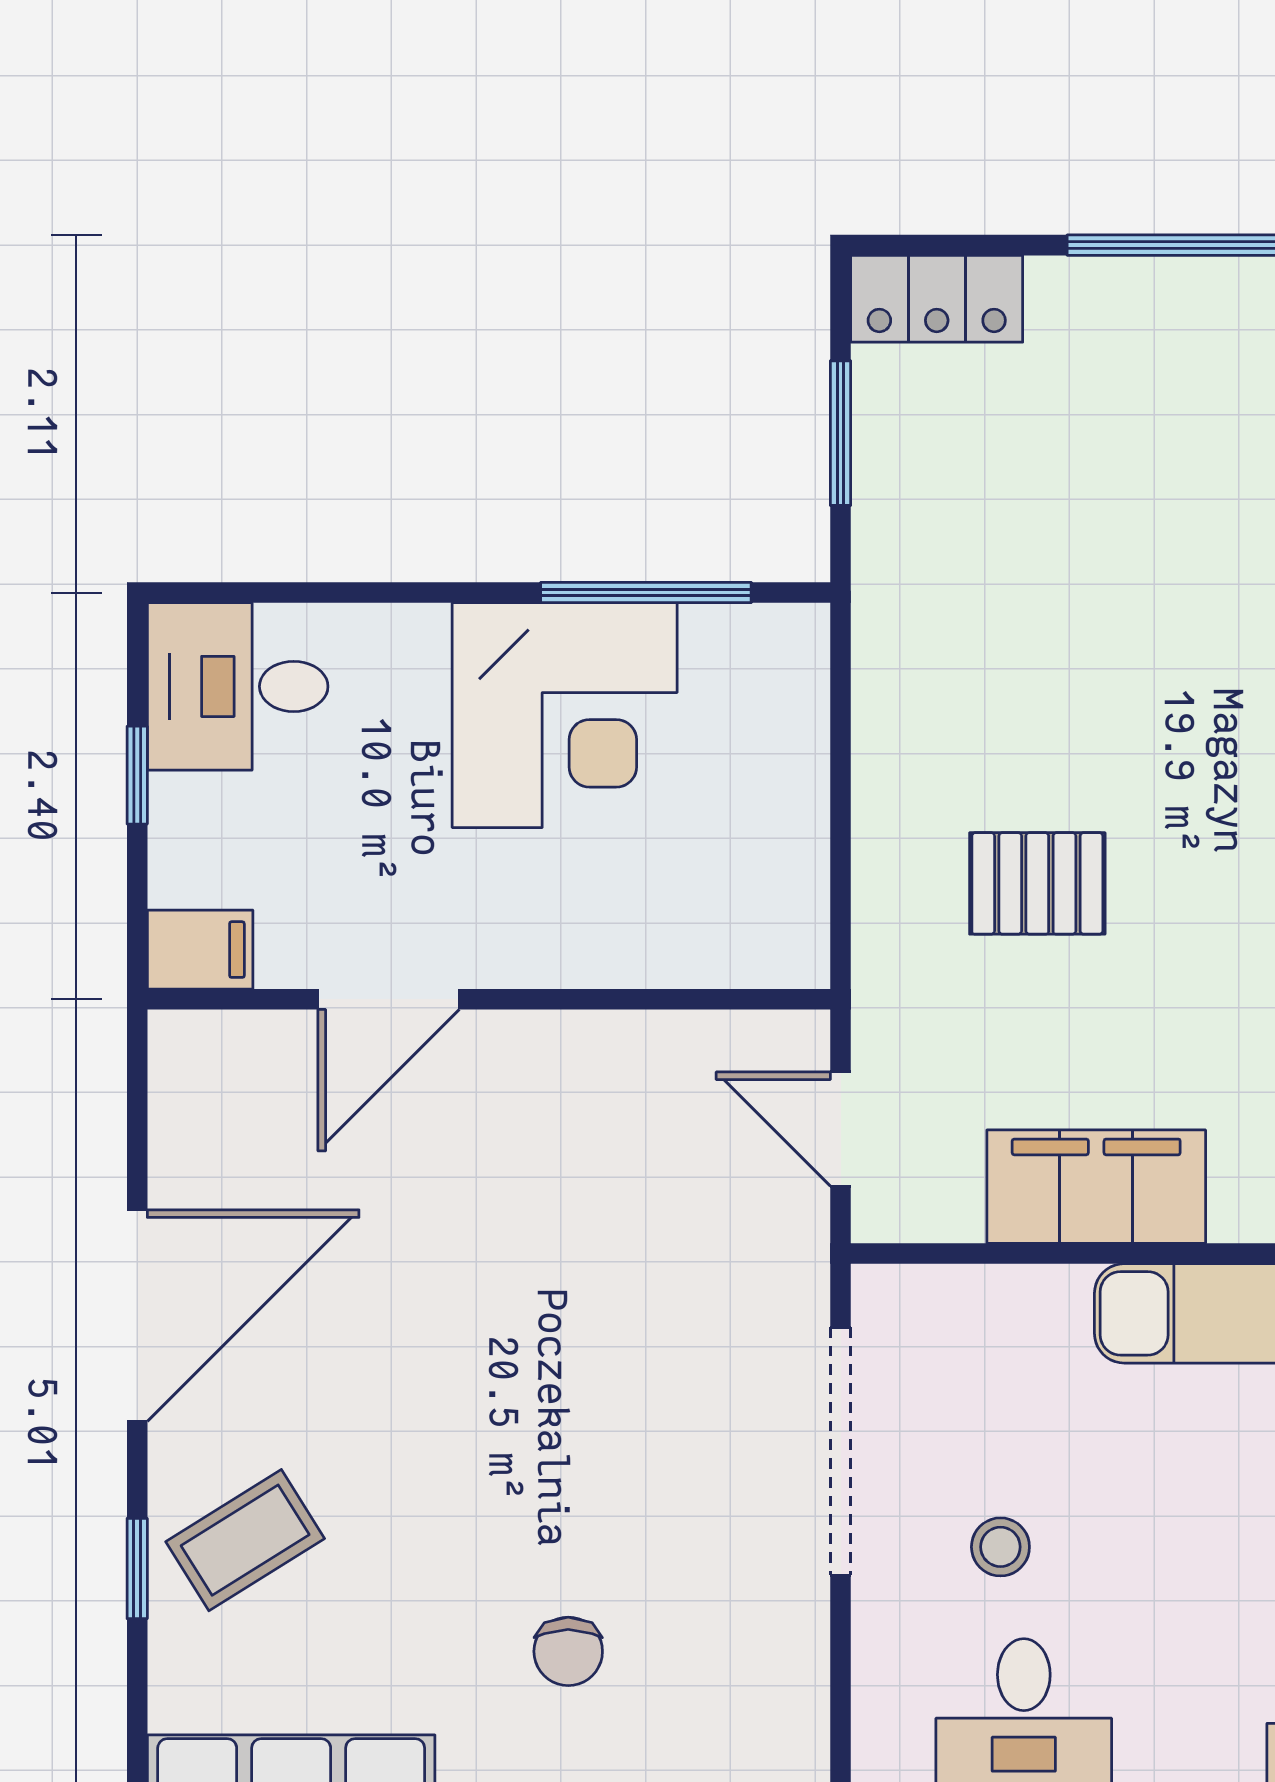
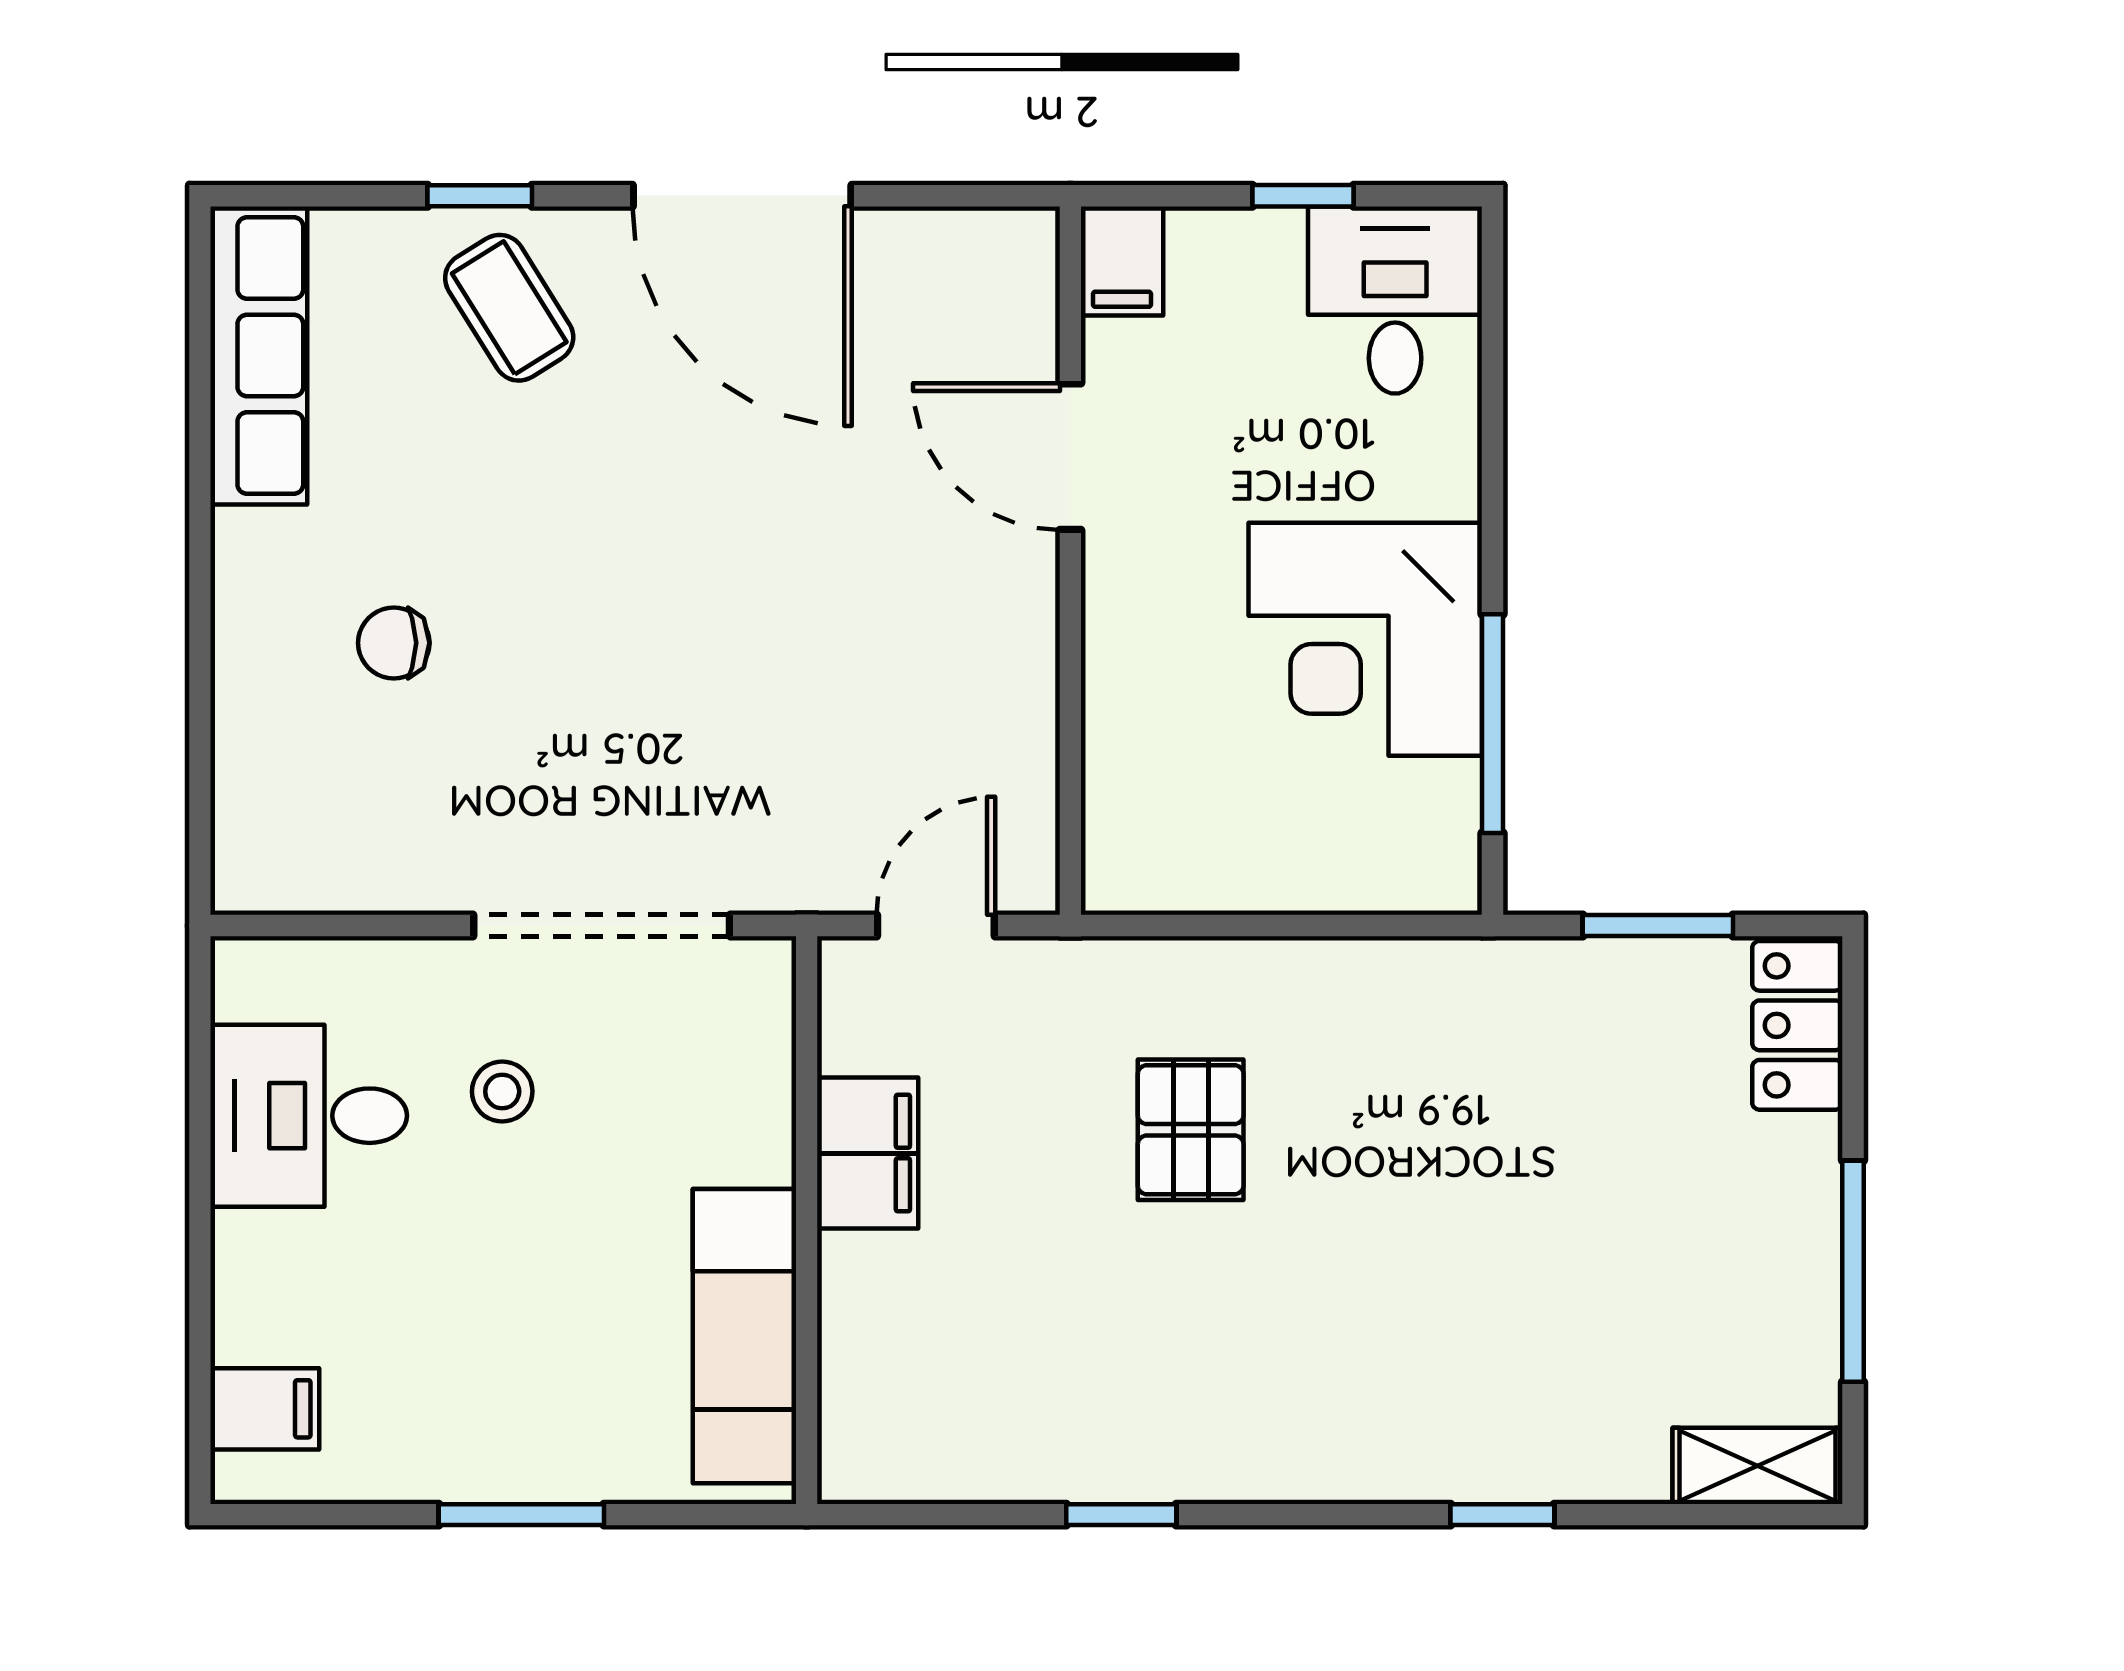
filing cabinet: (1096, 1187) -> (868, 1153), width x0.67, depth x0.86

